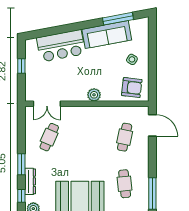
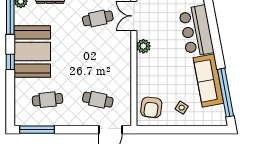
window: (118, 19) -> (225, 93), width x1.46
plant: (94, 95) -> (143, 46), moved
cafe table: (49, 137) -> (98, 18), turned -36

